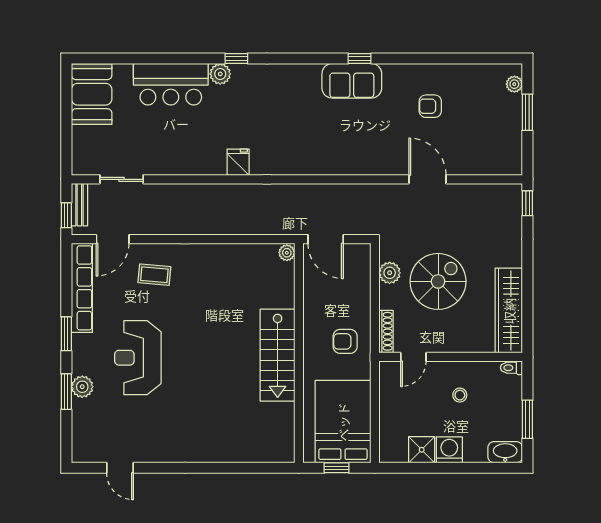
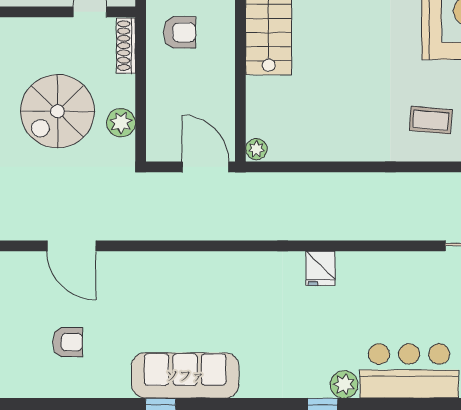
sofa: (352, 81) -> (185, 375), width x1.36

